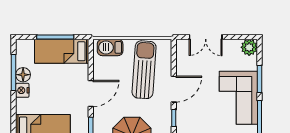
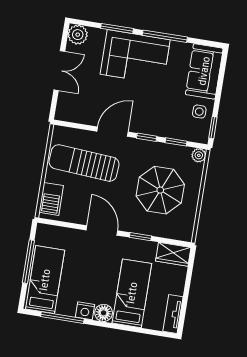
double door: (206, 37) -> (59, 71), moved
bed: (62, 51) -> (45, 280), moved, turned 180
floor lamp: (23, 75) -> (104, 313), moved
door: (174, 89) -> (113, 132), hinge flipped

